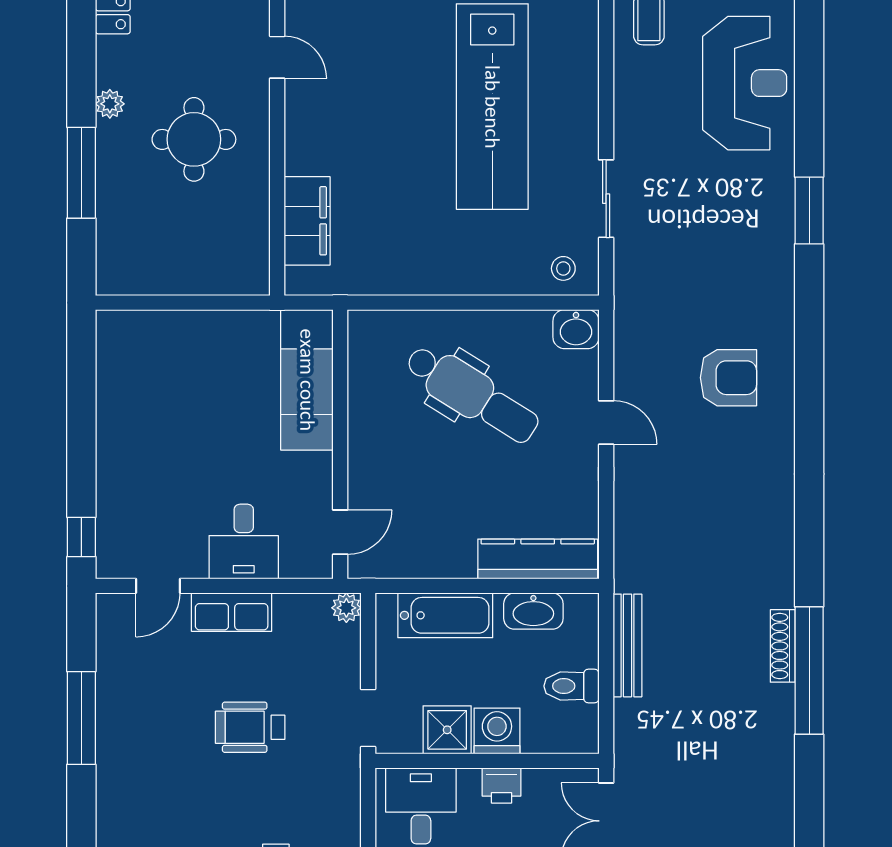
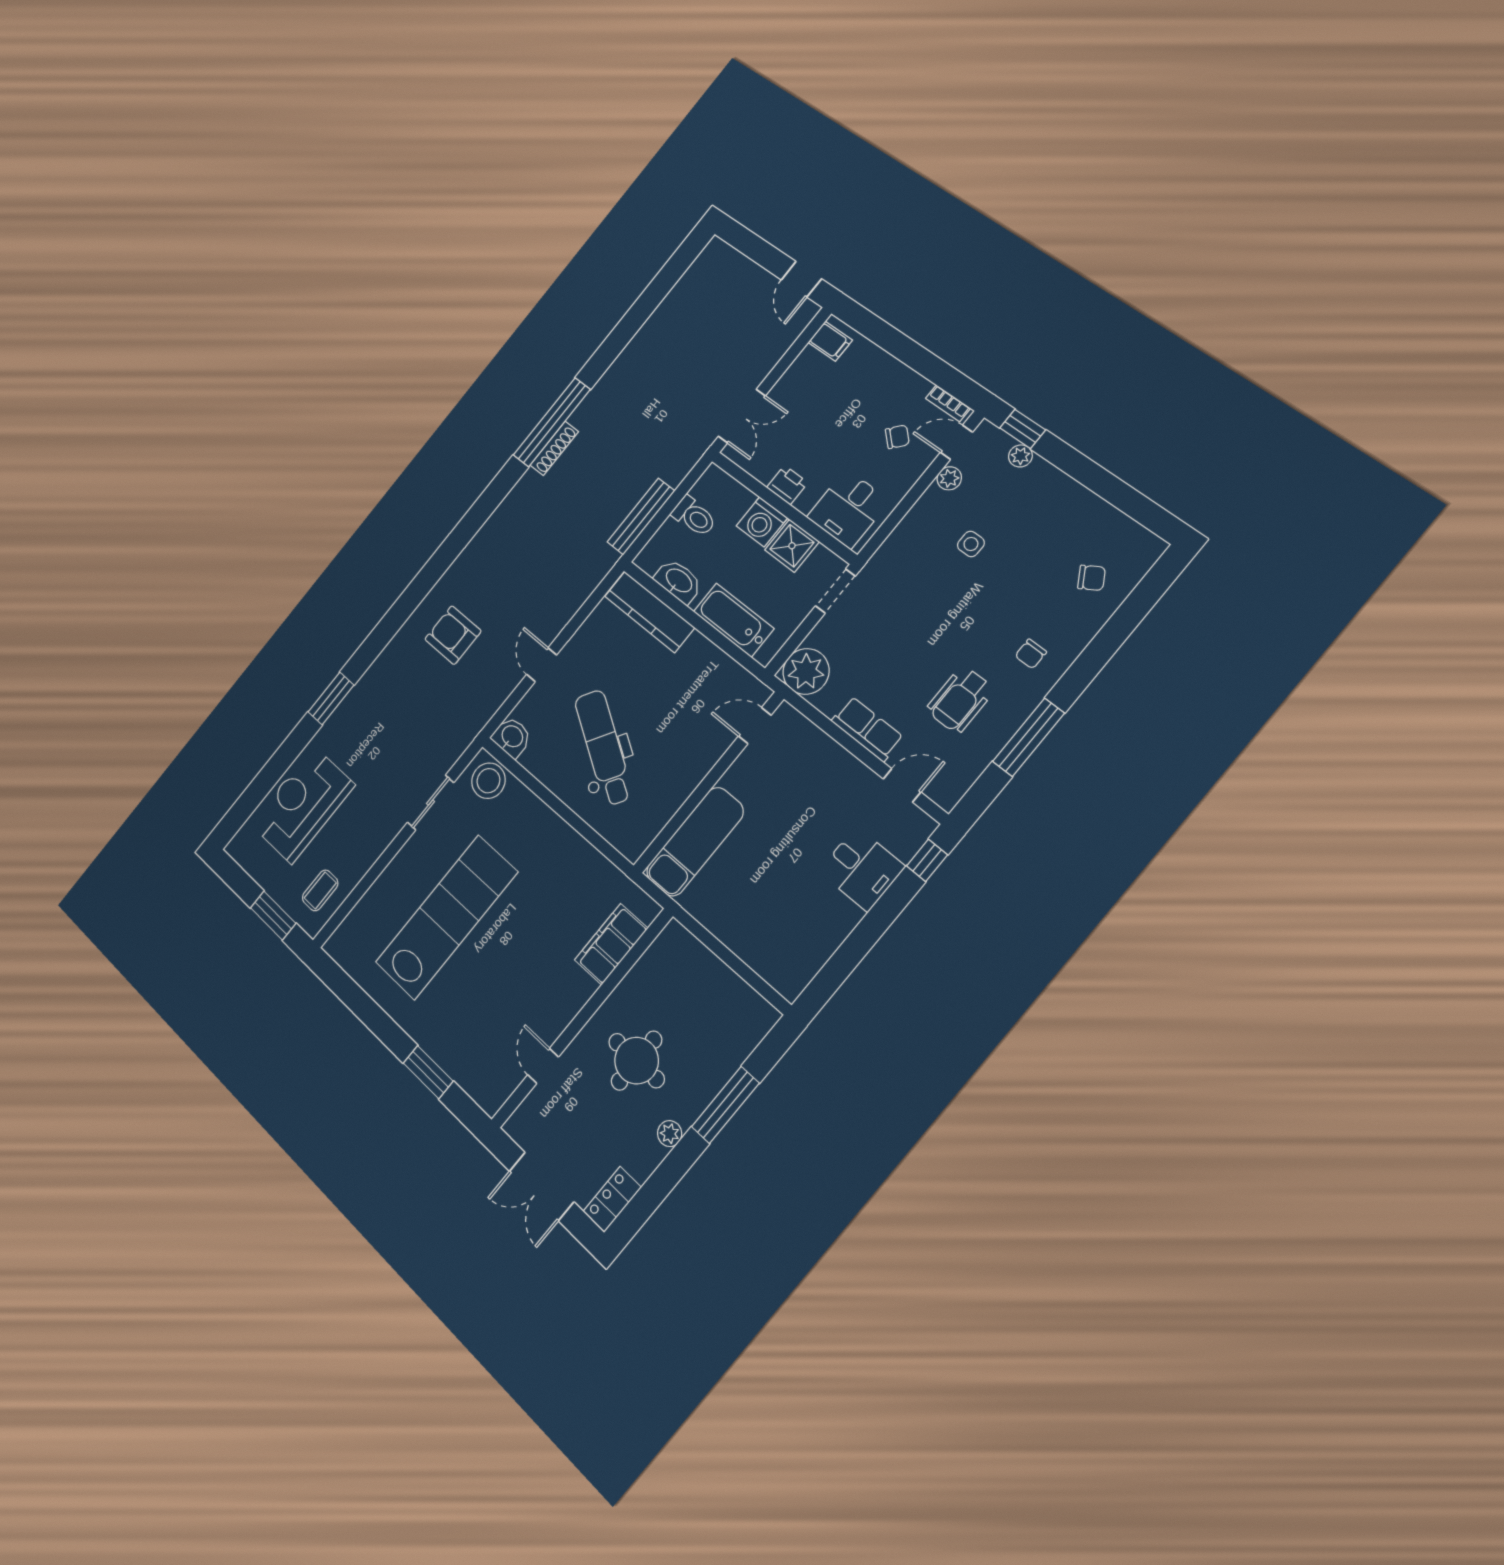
stool: (563, 268) -> (488, 781), width x1.89, depth x1.89
desk: (244, 542) -> (862, 869), moved, turned 90
plant: (346, 608) -> (806, 671), width x1.87, depth x1.87
wheelchair: (250, 727) -> (960, 700), moved, turned 90
chair: (140, 795) -> (1031, 654), added

